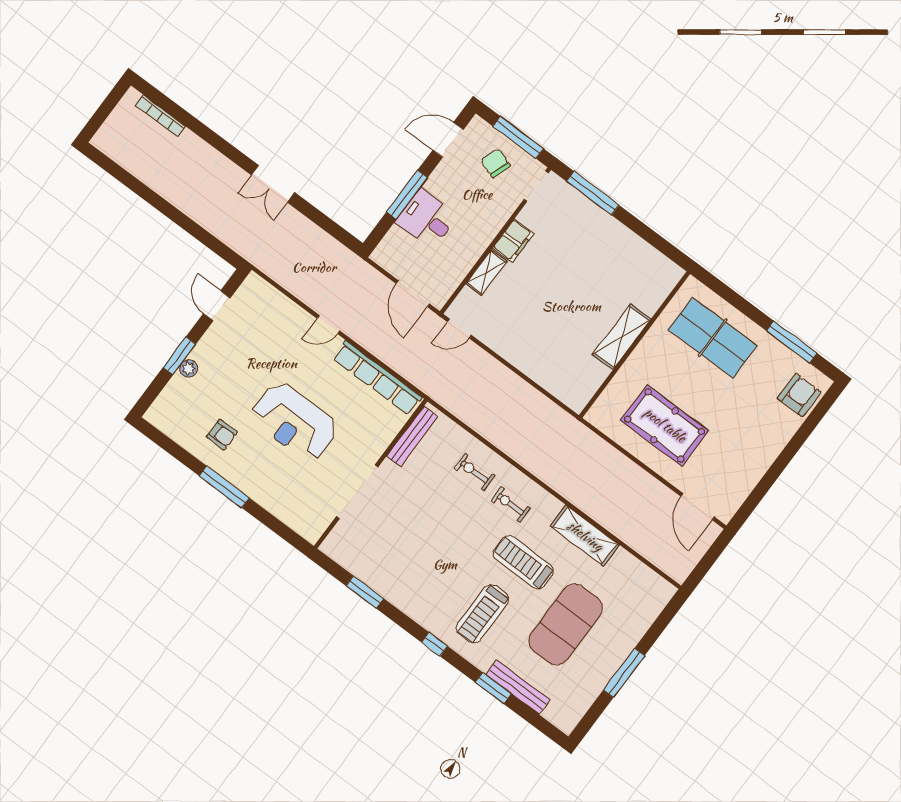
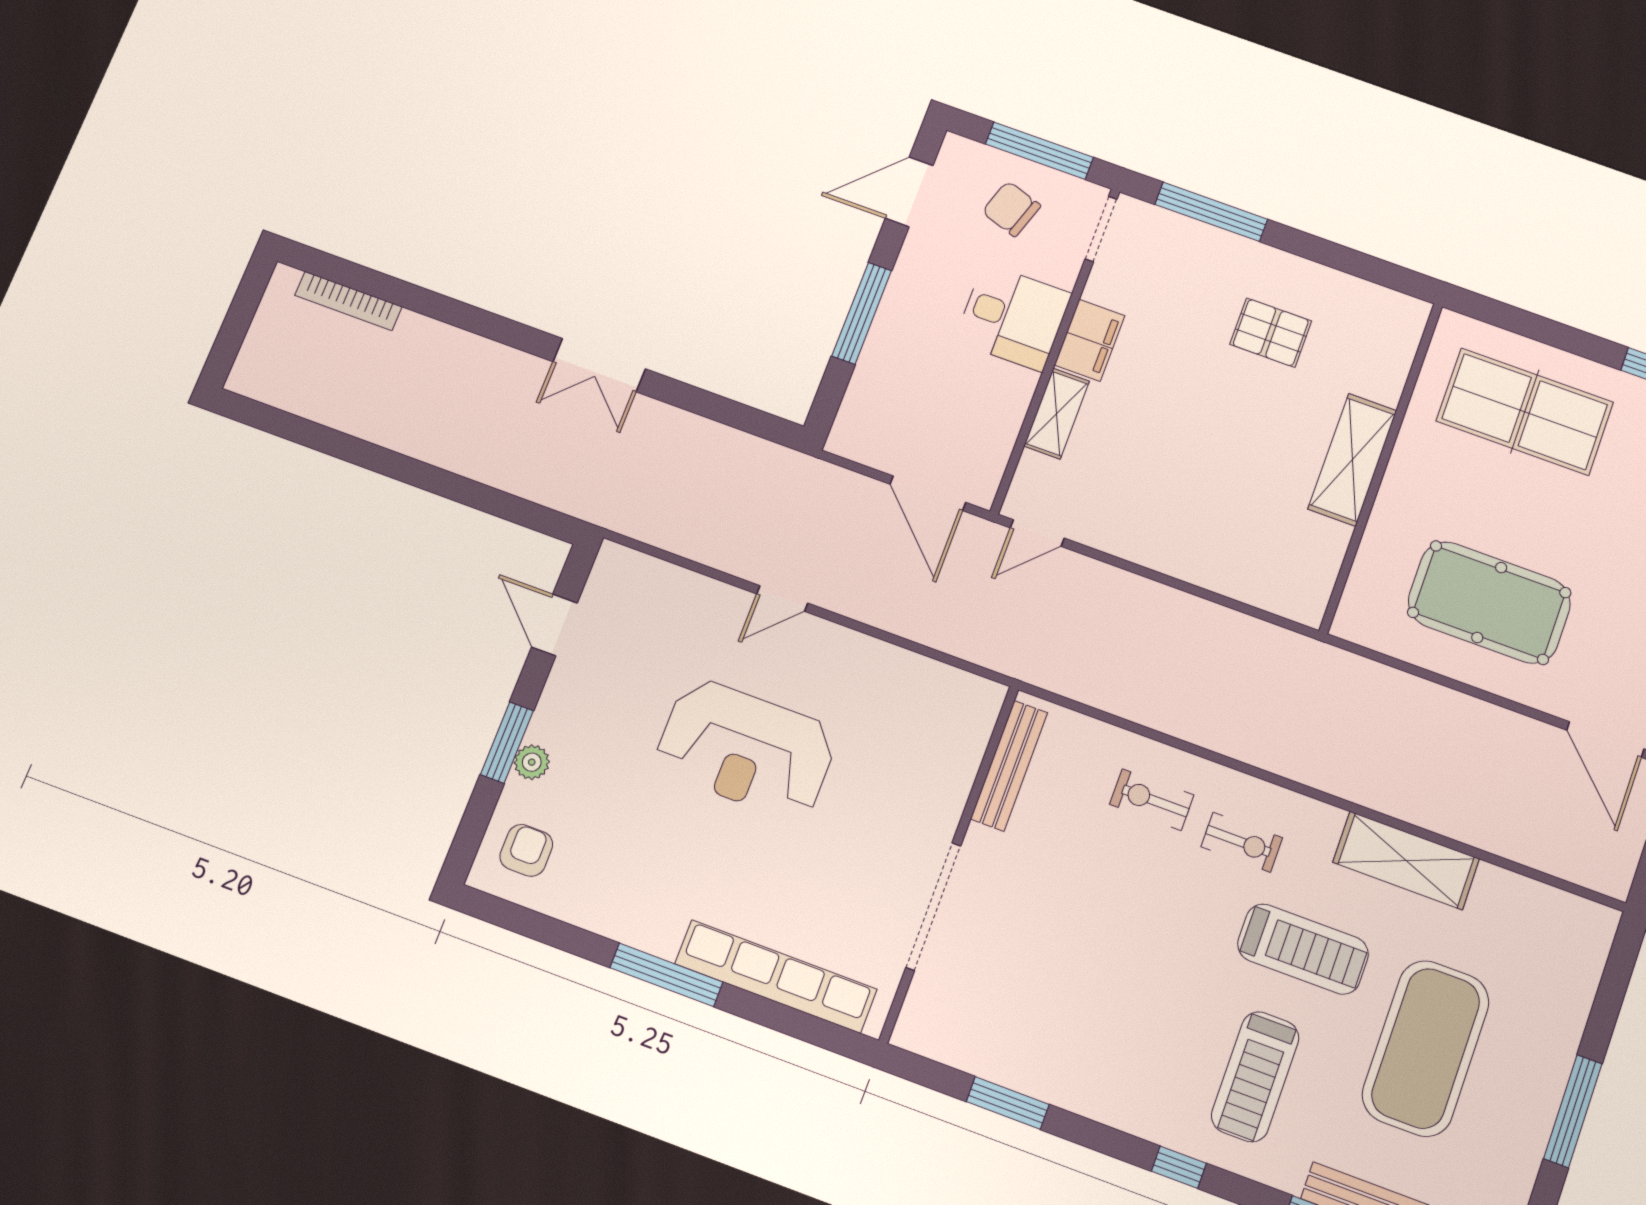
desk: (427, 219) -> (1013, 317), moved, turned 180
pallet: (602, 262) -> (1271, 333), added
row of seats: (377, 378) -> (776, 976), moved, turned 180
reception desk: (294, 422) -> (746, 749), moved
armchair: (222, 434) -> (526, 850), moved, turned -90
exercise bike: (510, 504) -> (1242, 842), turned 180
treadmill: (523, 562) -> (1303, 949), turned 180

